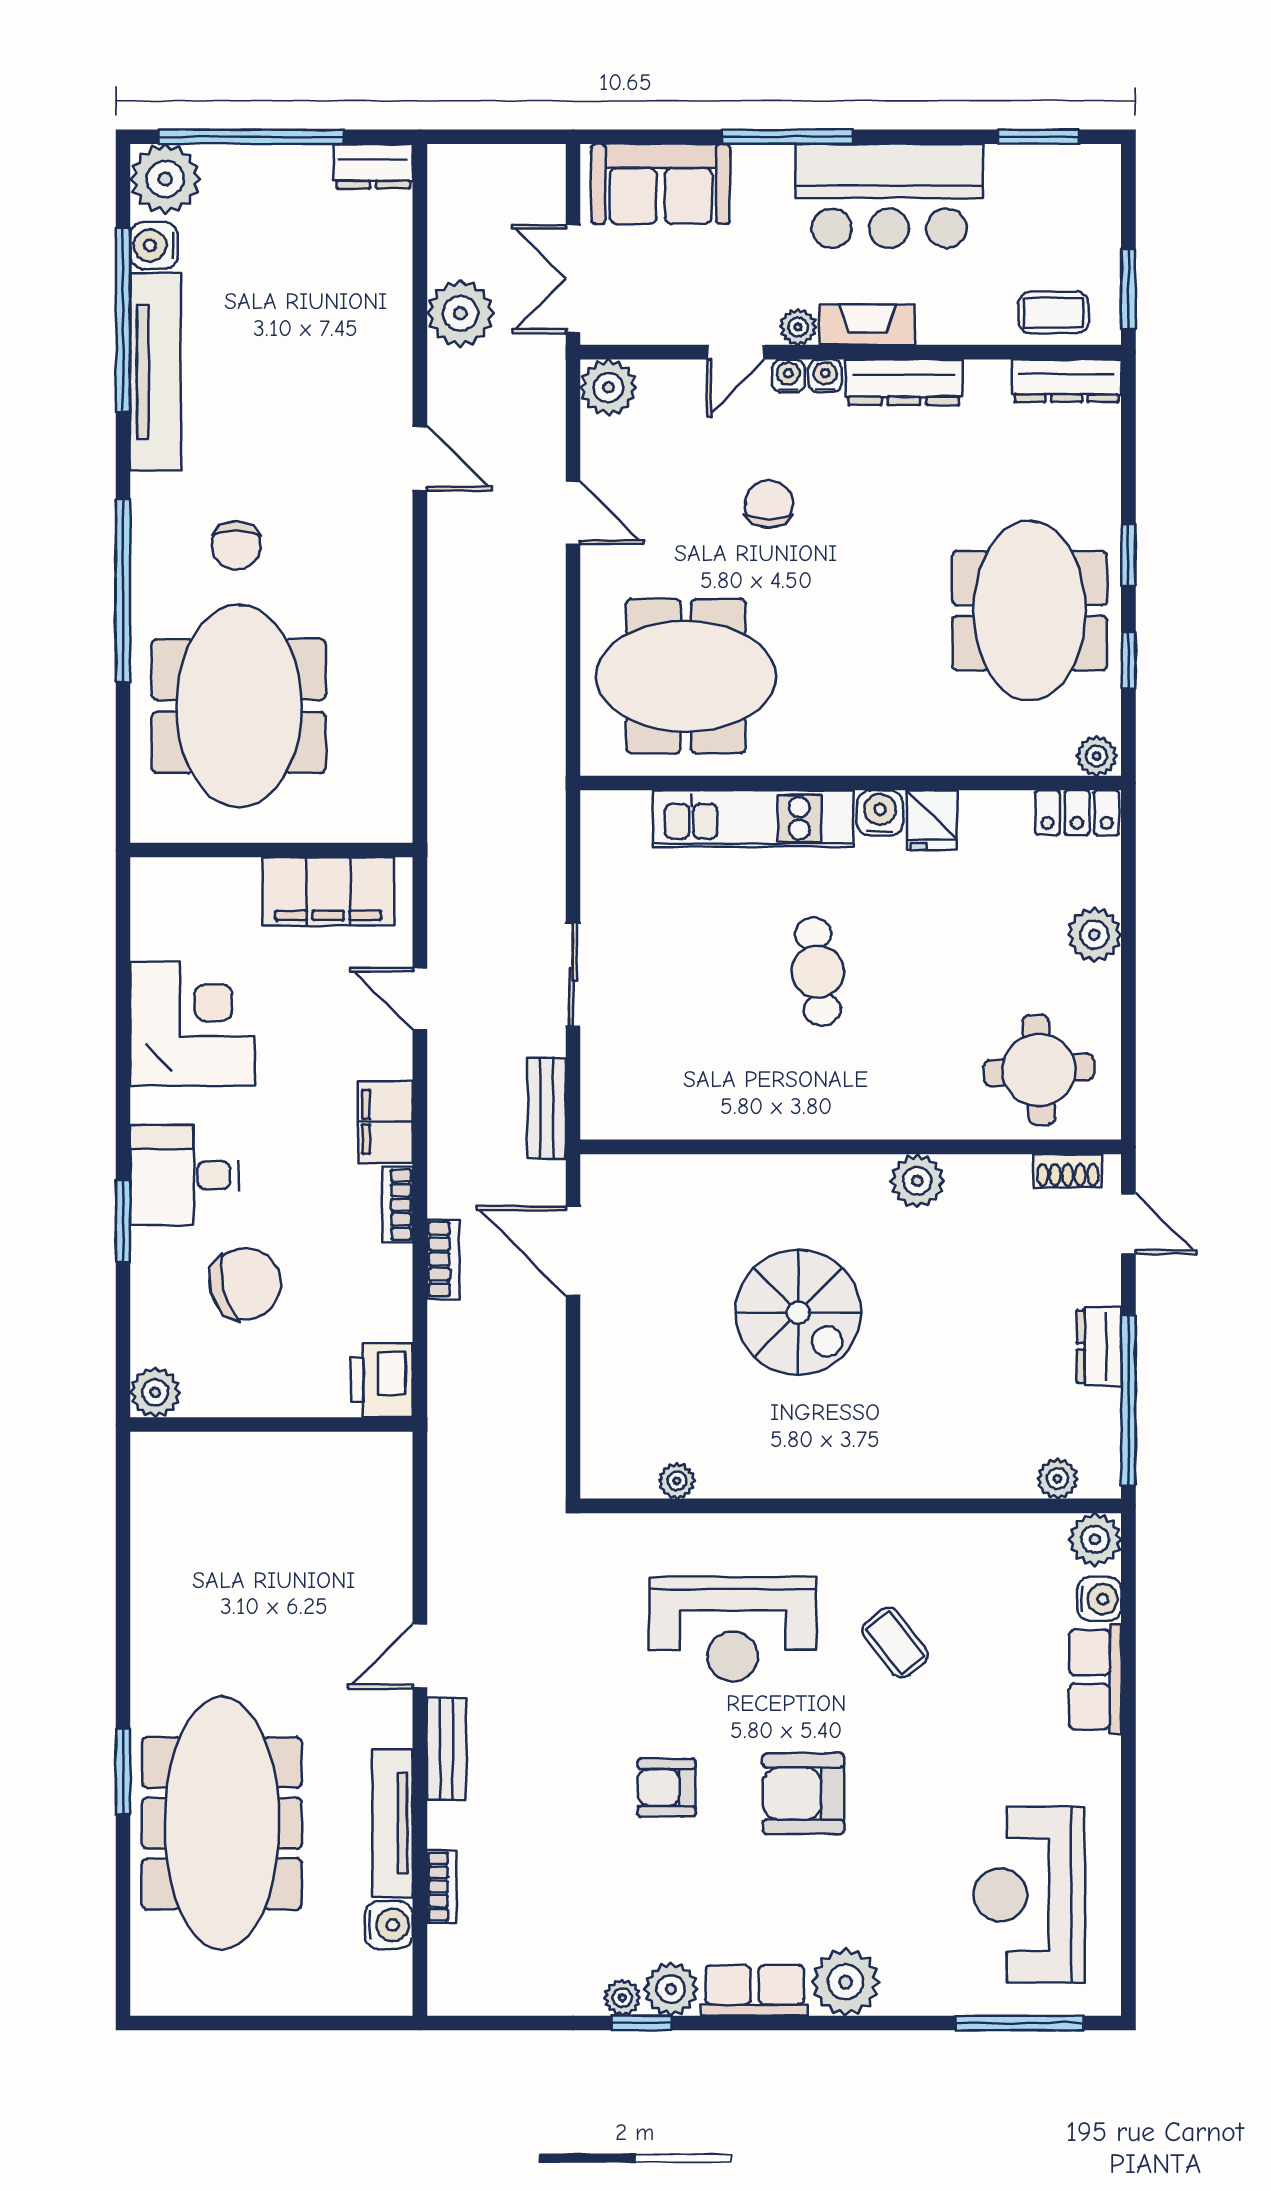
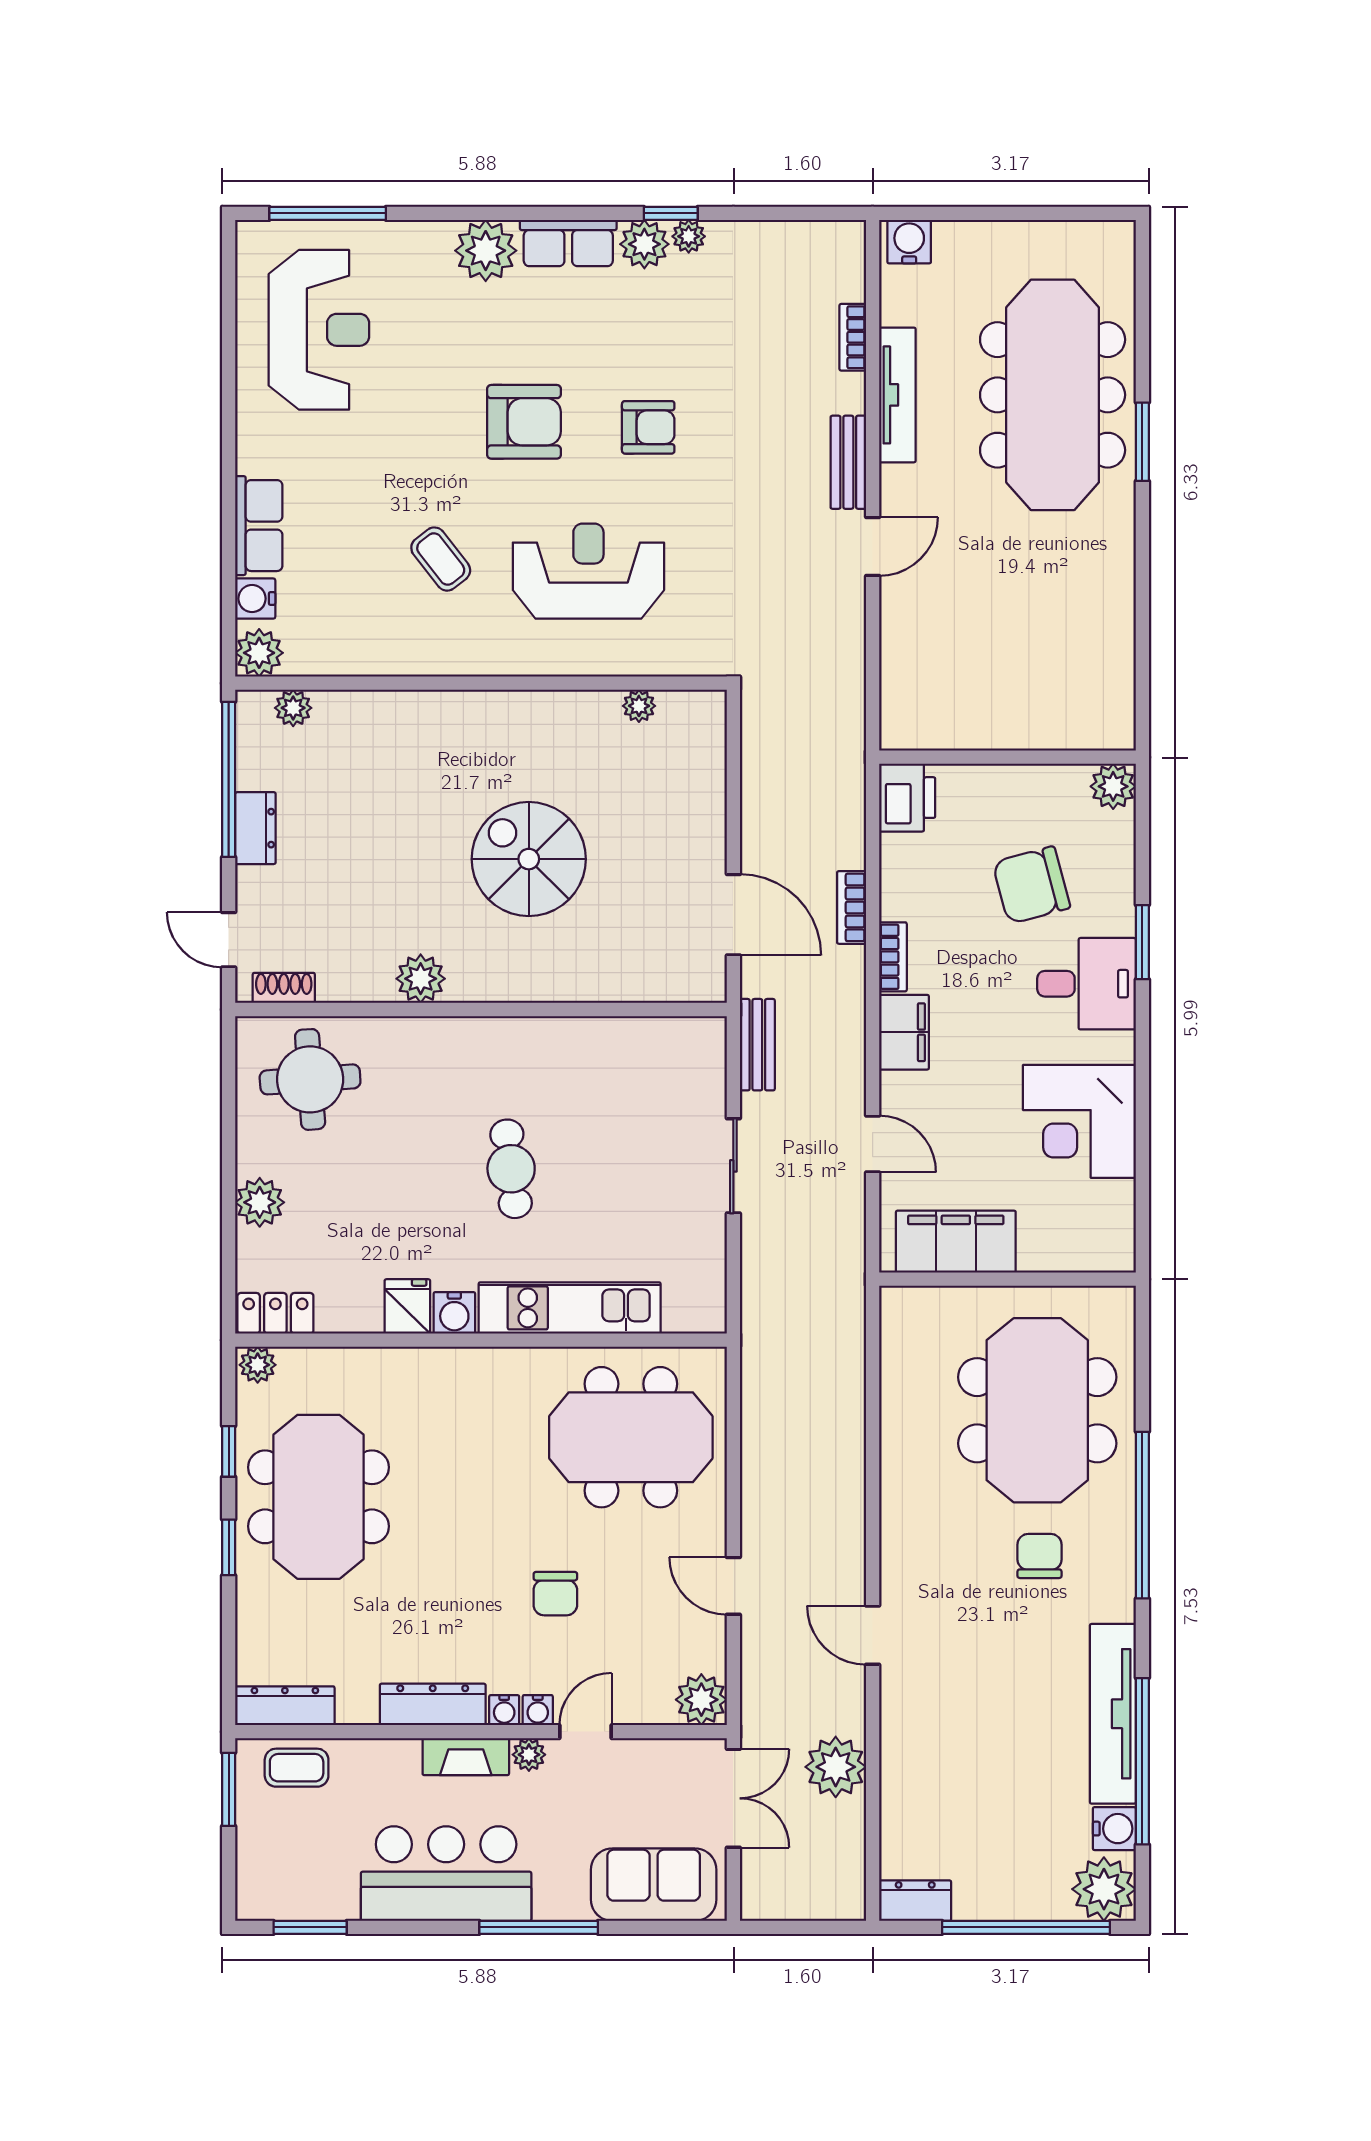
water cooler: (389, 1925) -> (909, 242), moved, turned 90

